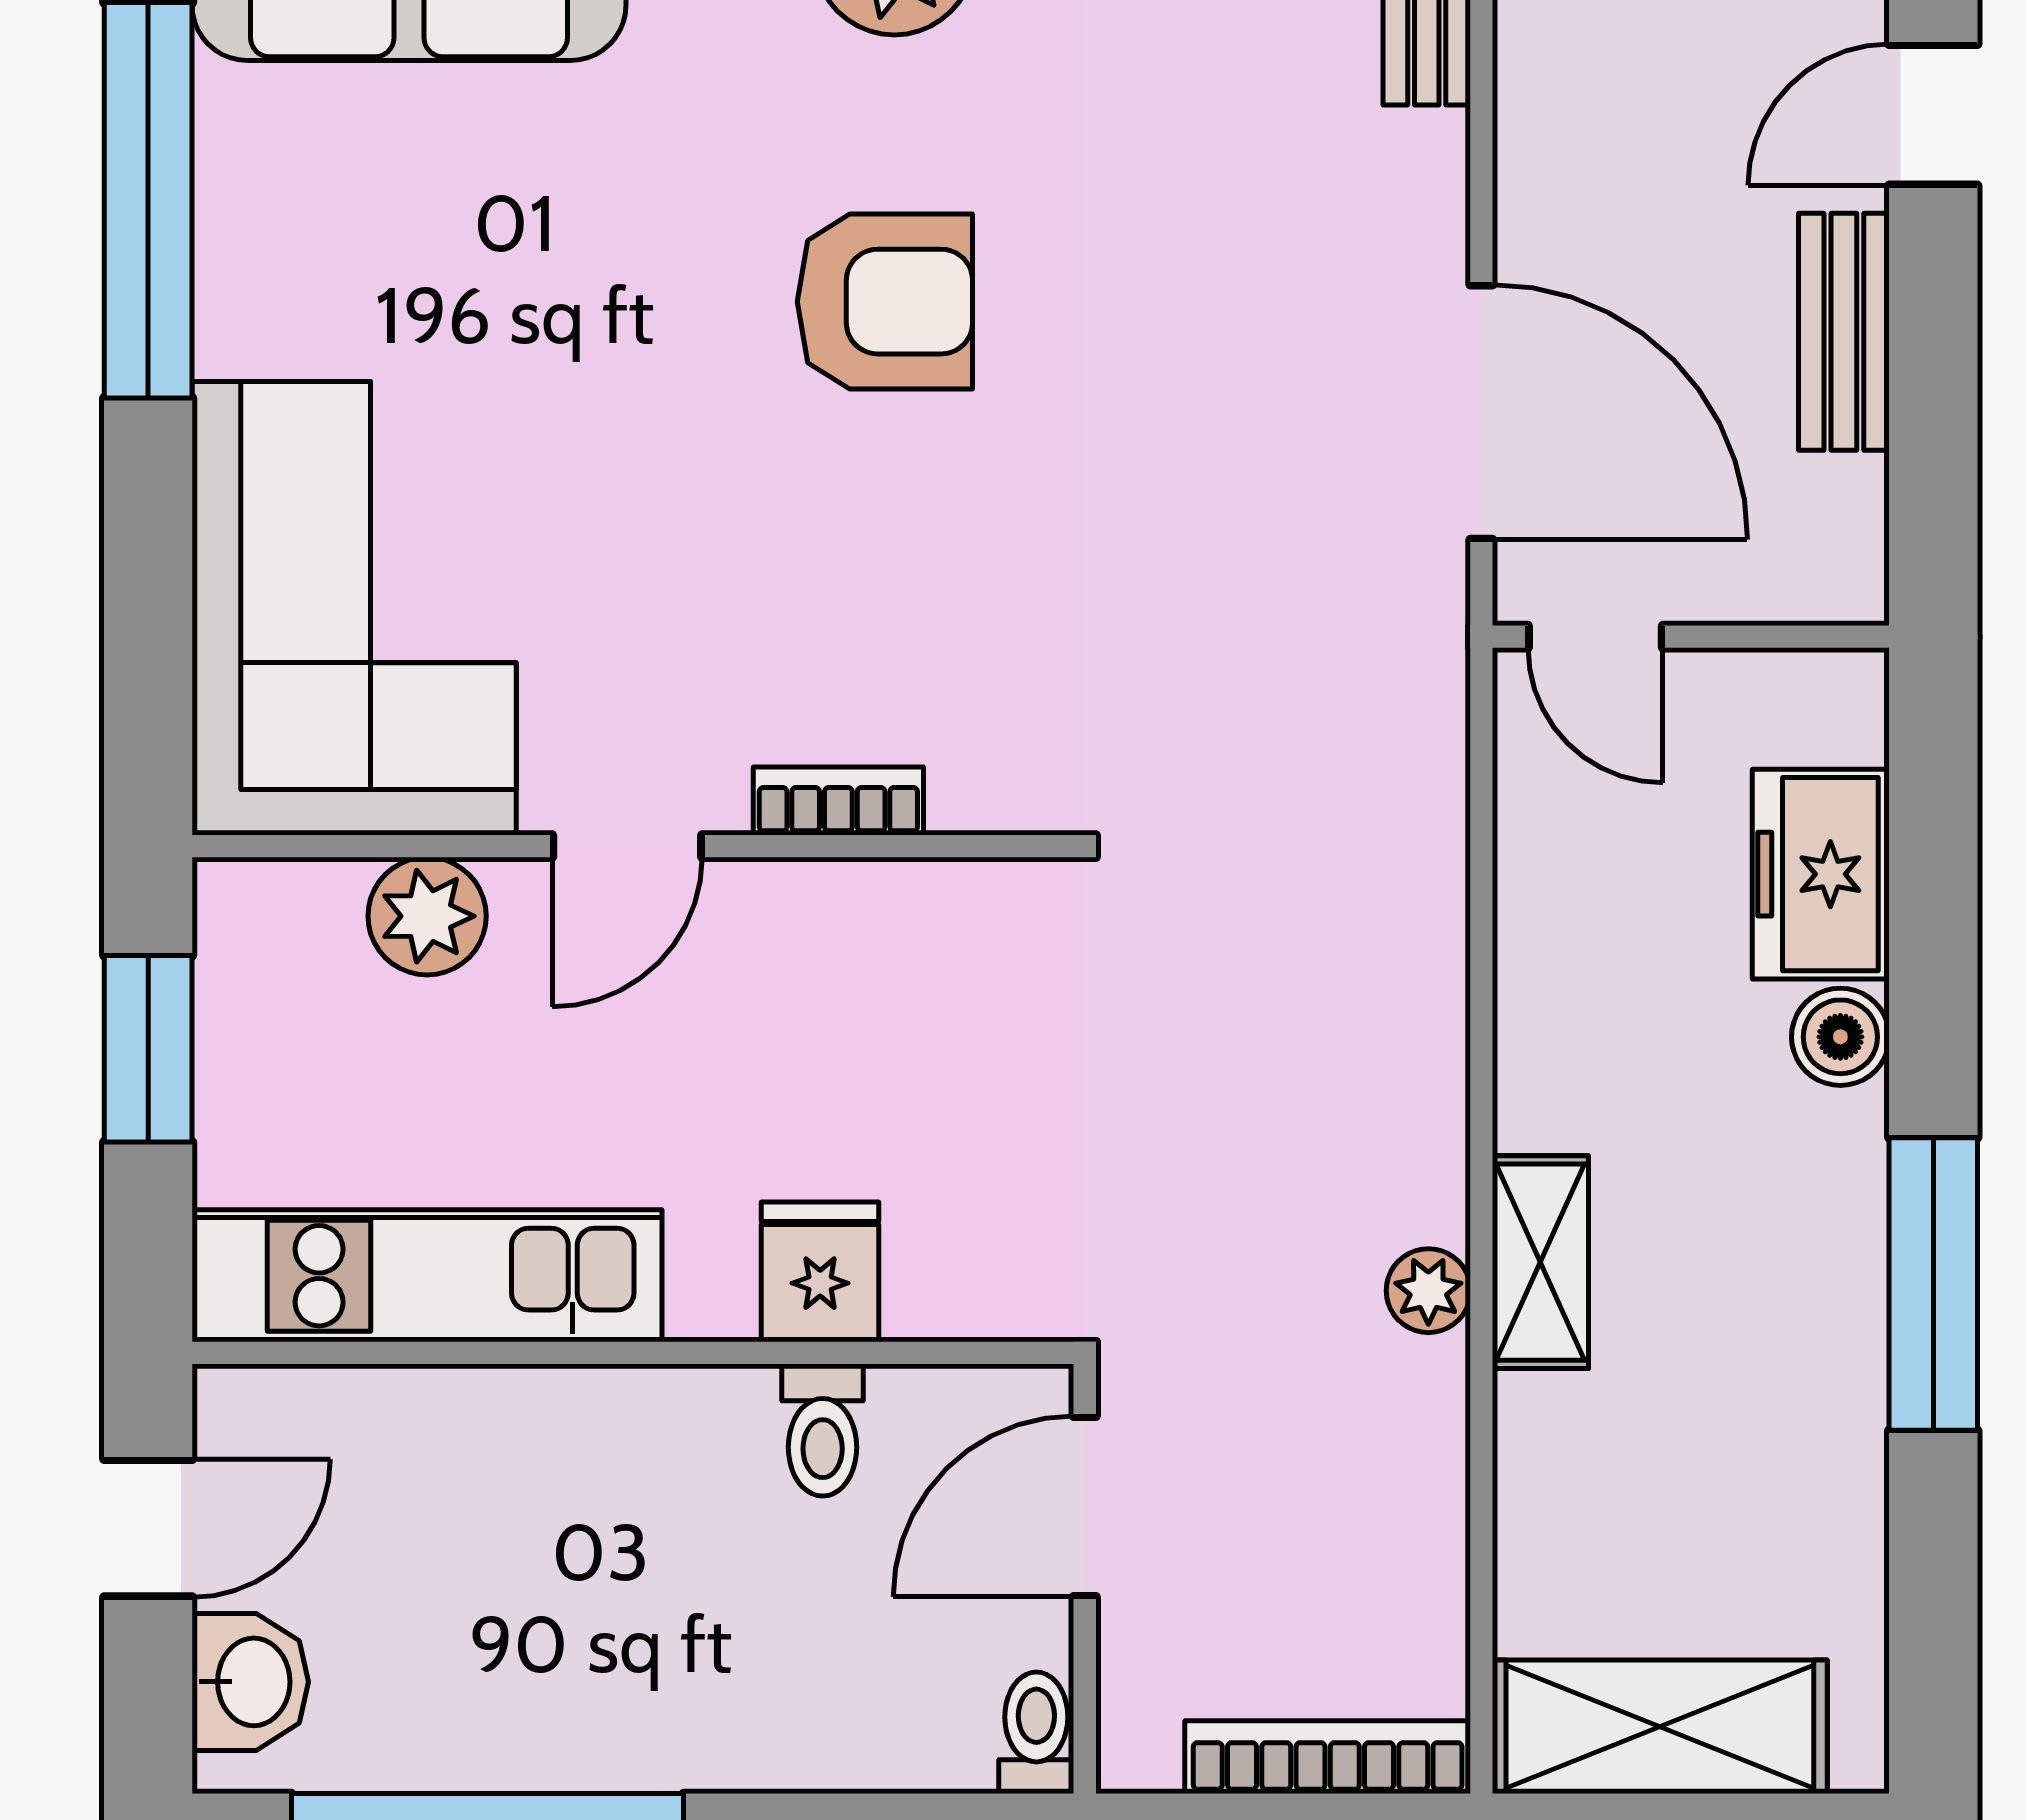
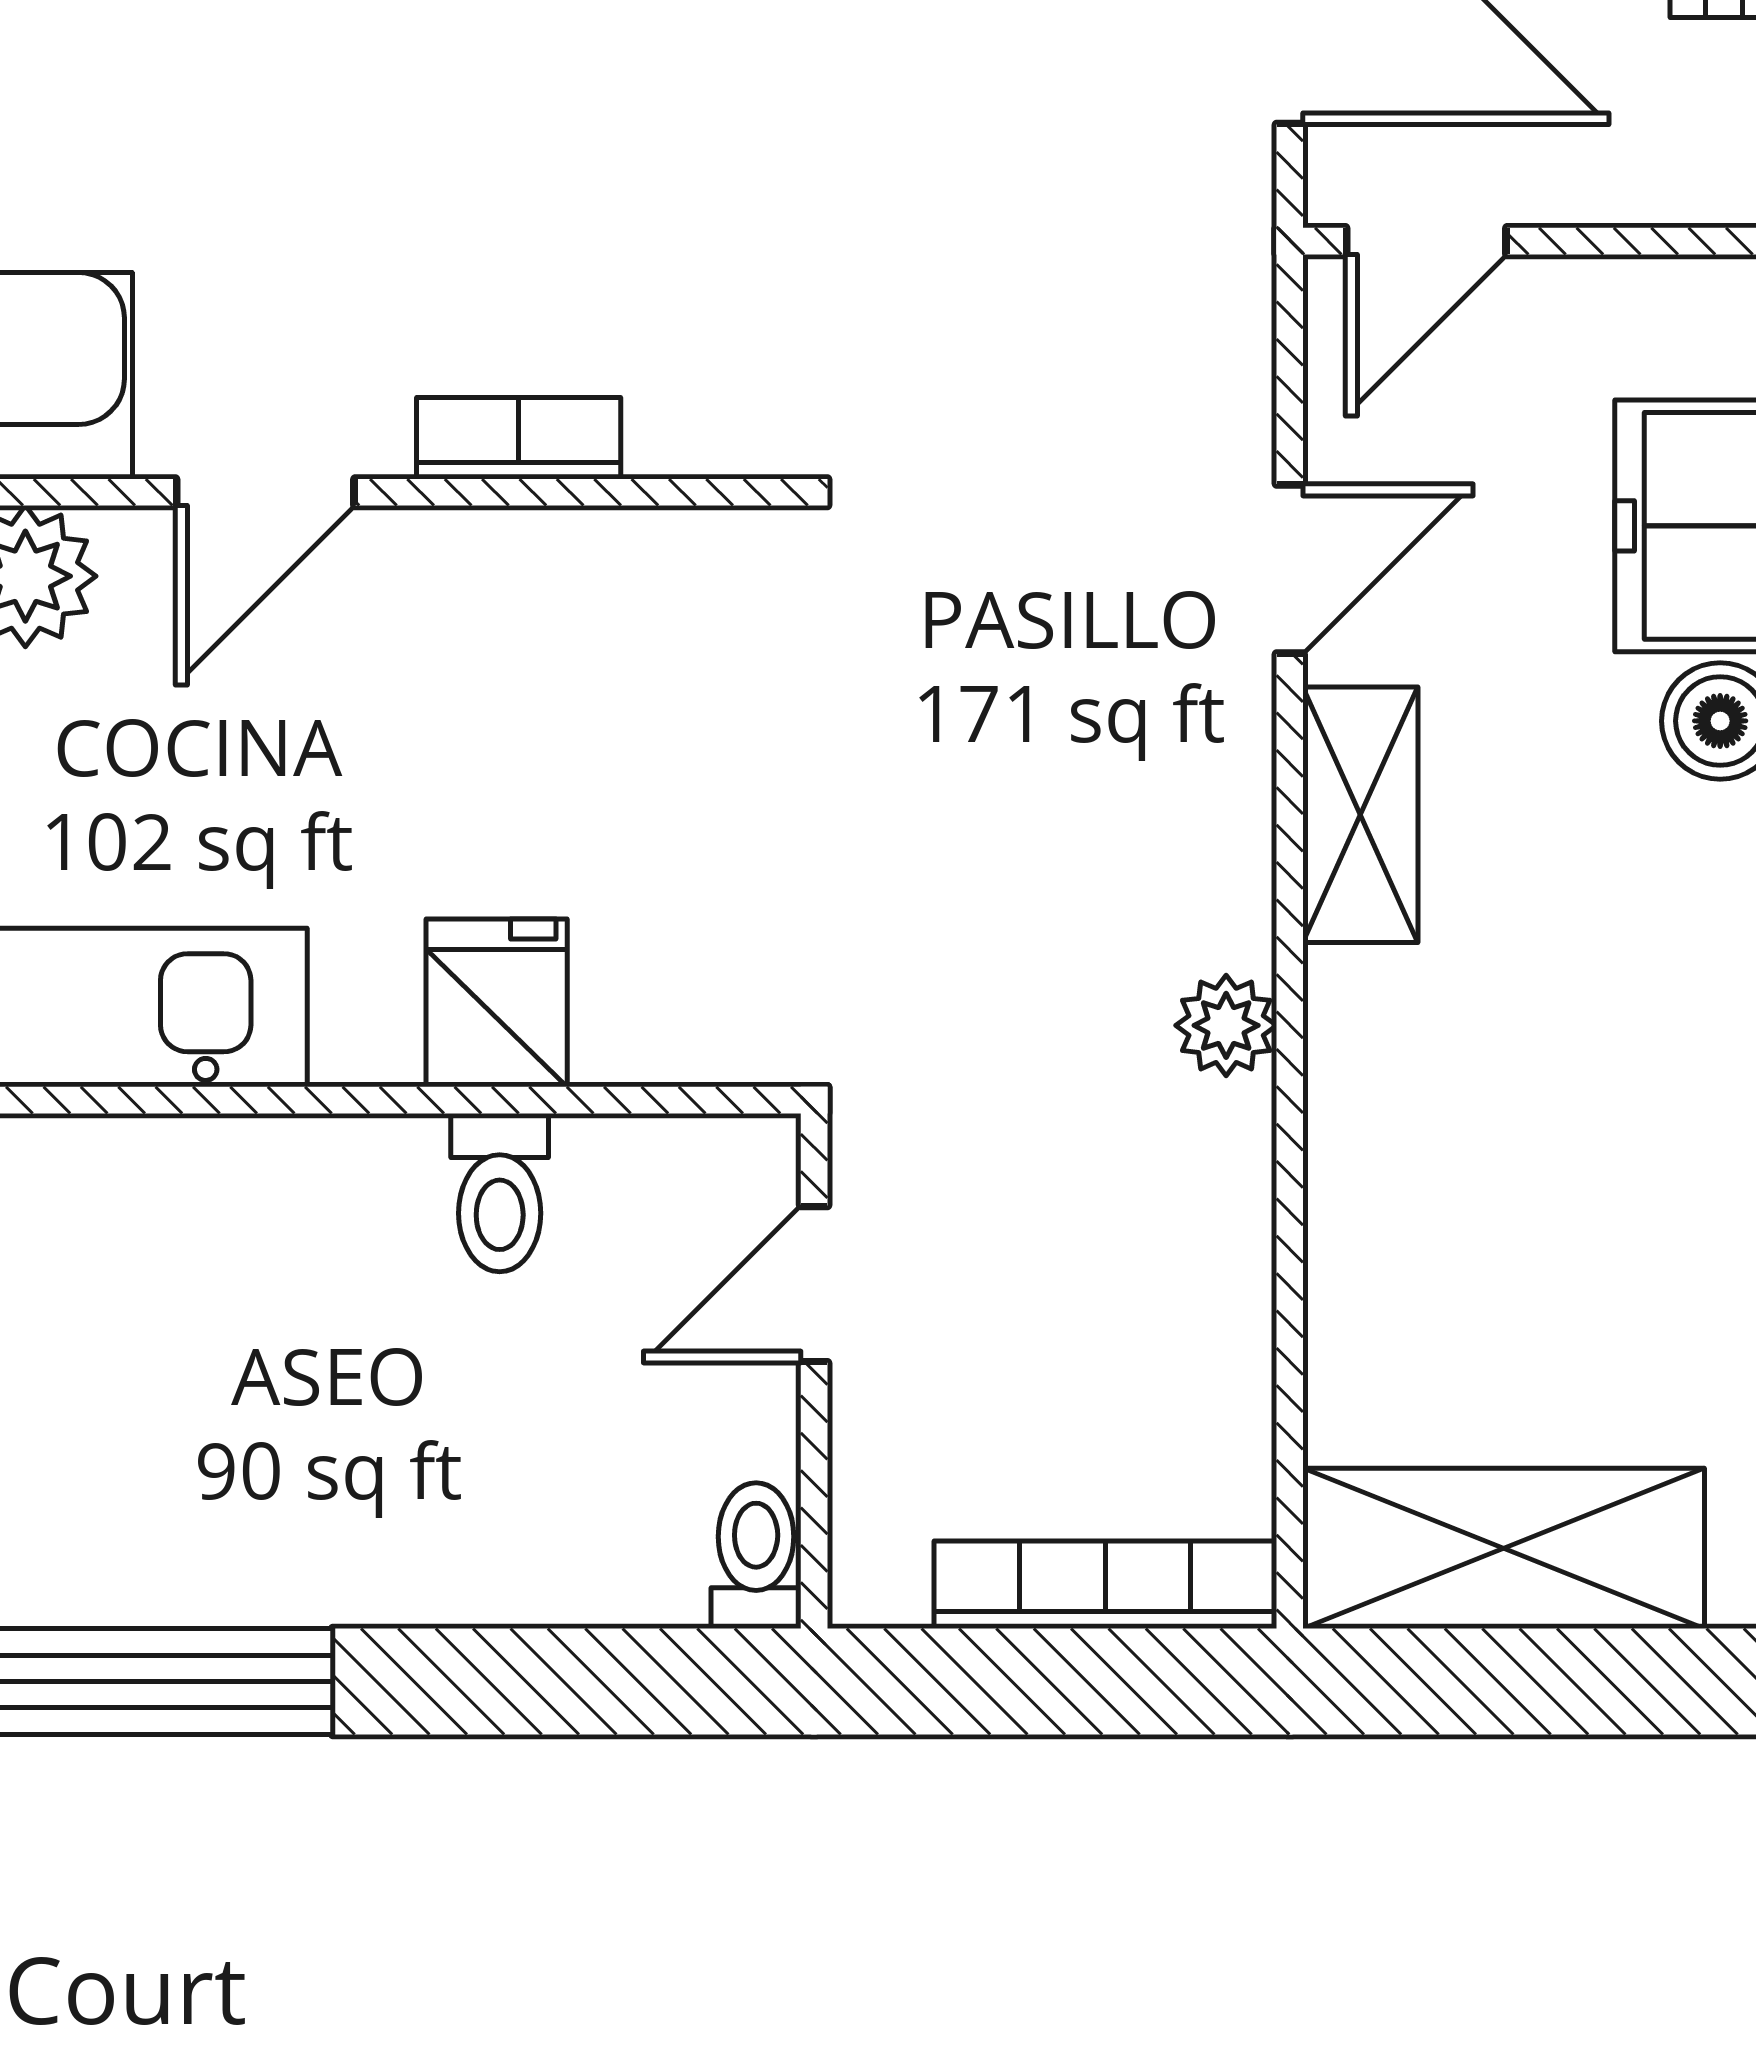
door: (1595, 637) -> (1426, 241), hinge flipped
door: (1481, 910) -> (1290, 569), added
shelving: (1540, 1262) -> (1360, 815), moved
door: (1085, 1506) -> (814, 1284), width x0.73

